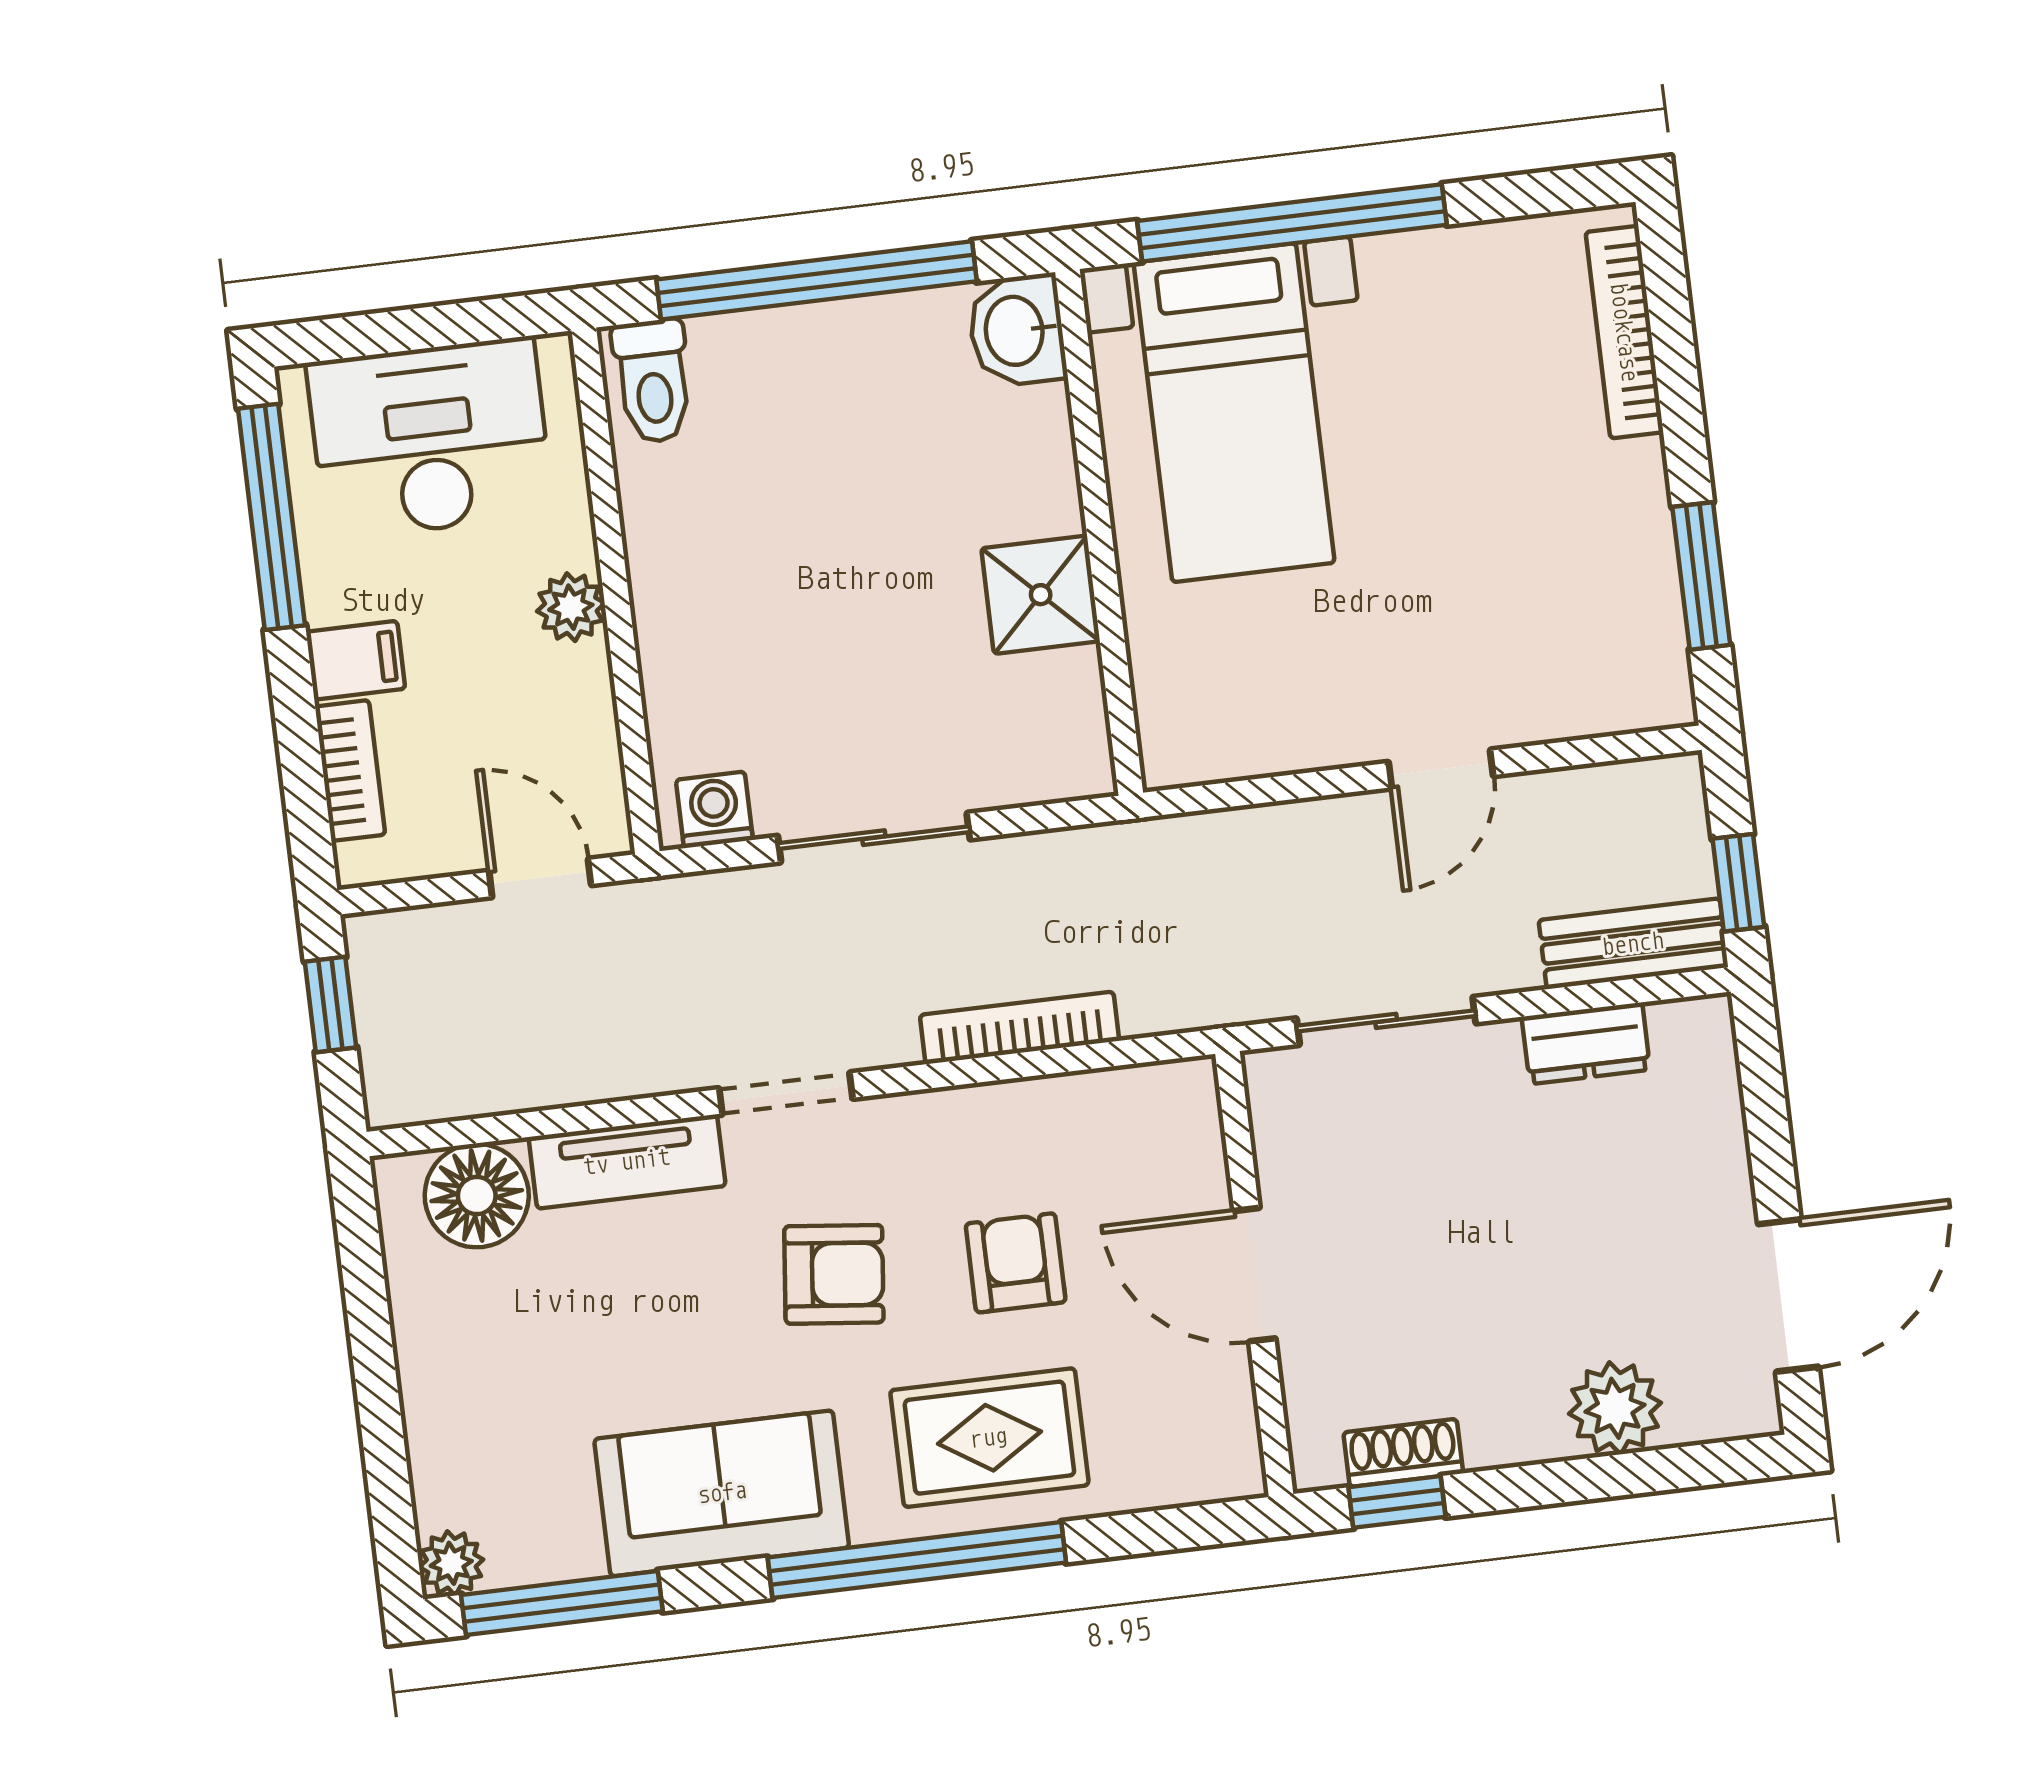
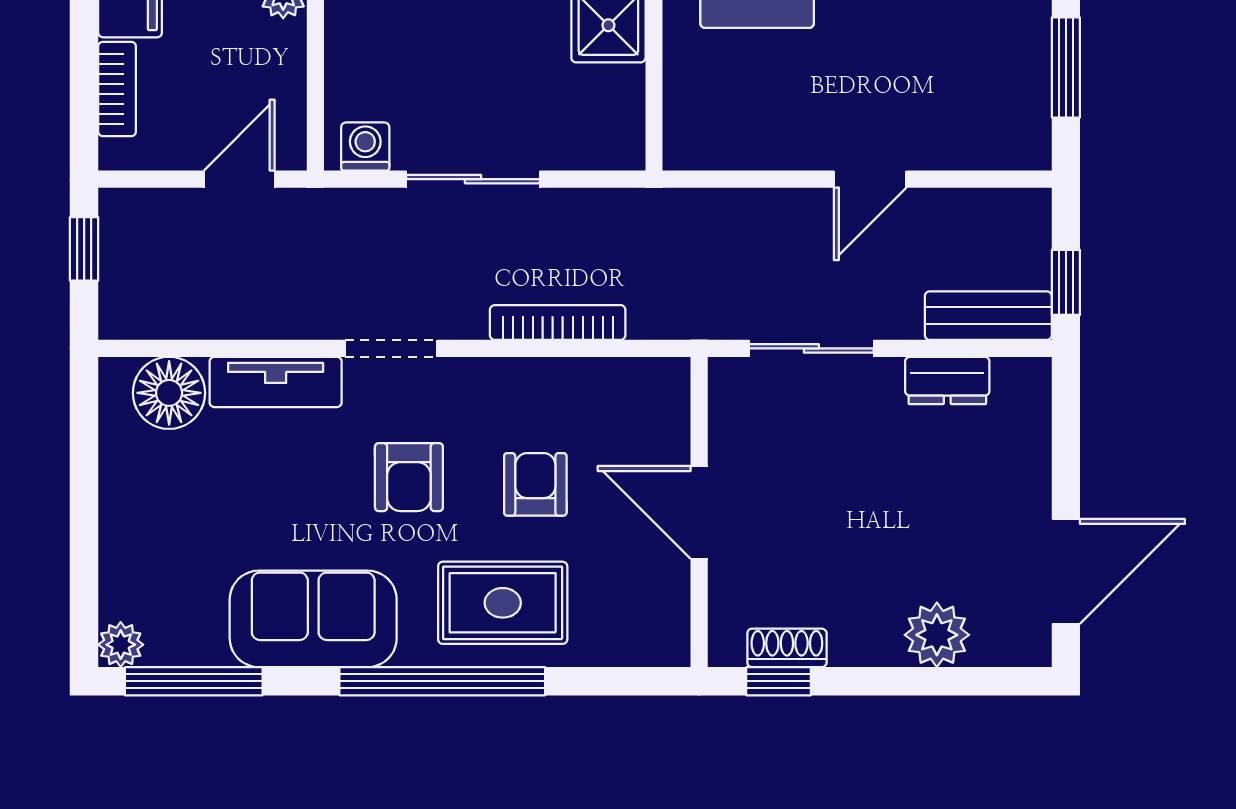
door: (540, 878) -> (239, 179), hinge flipped
armchair: (834, 1274) -> (409, 477), turned 84

